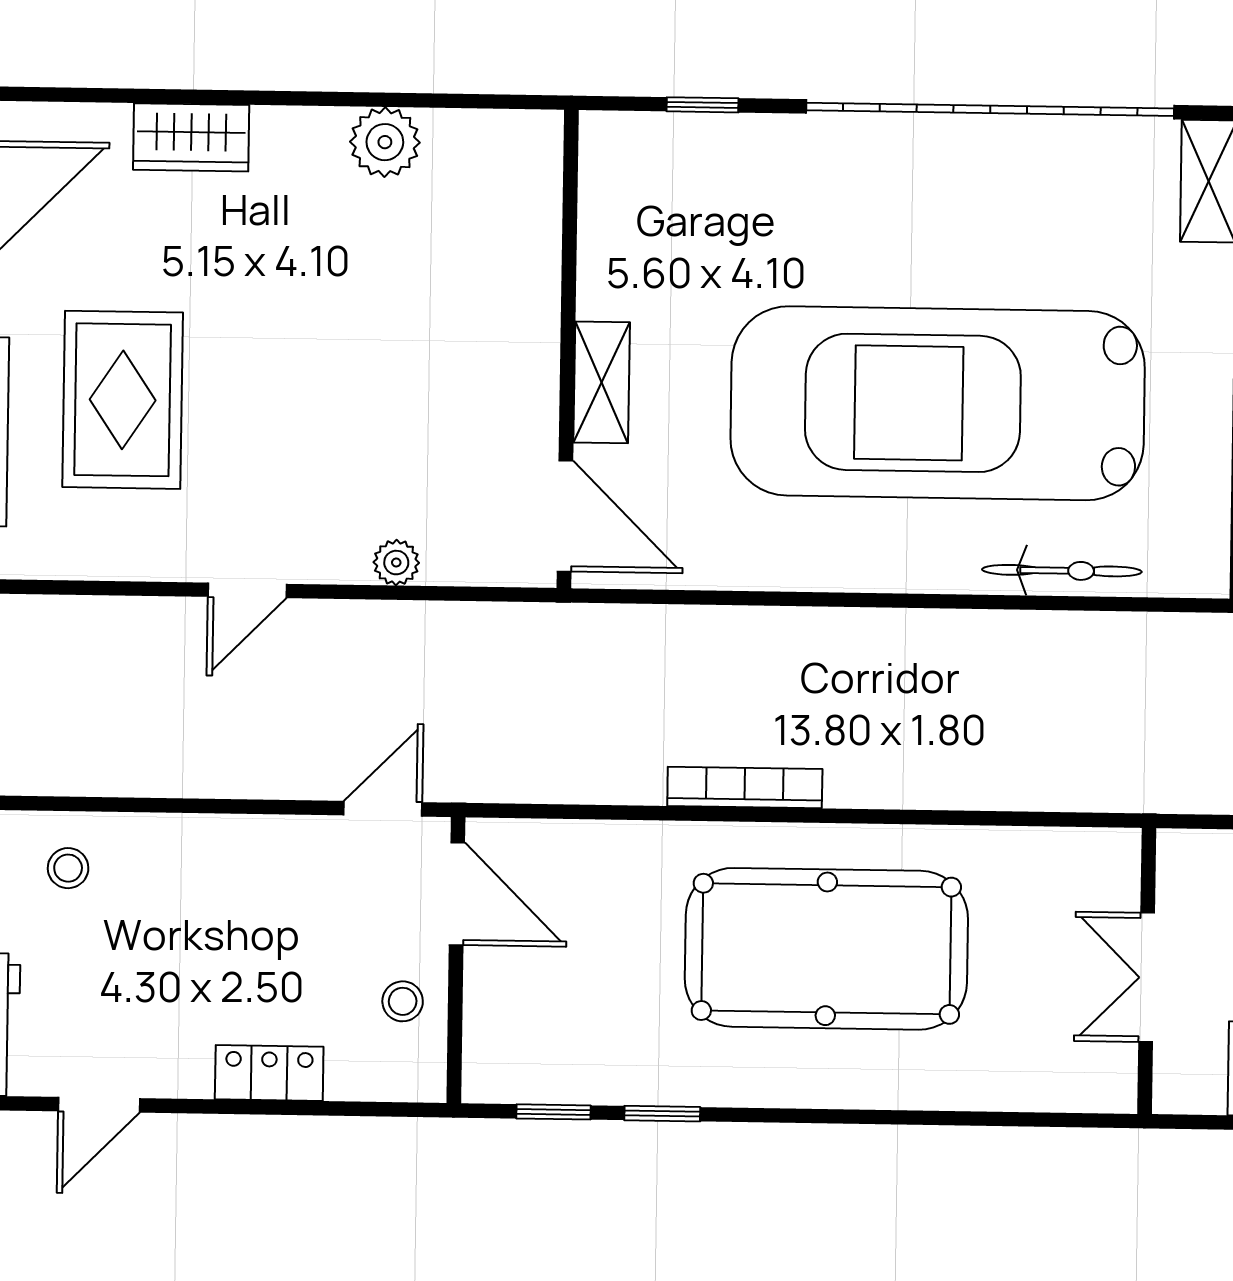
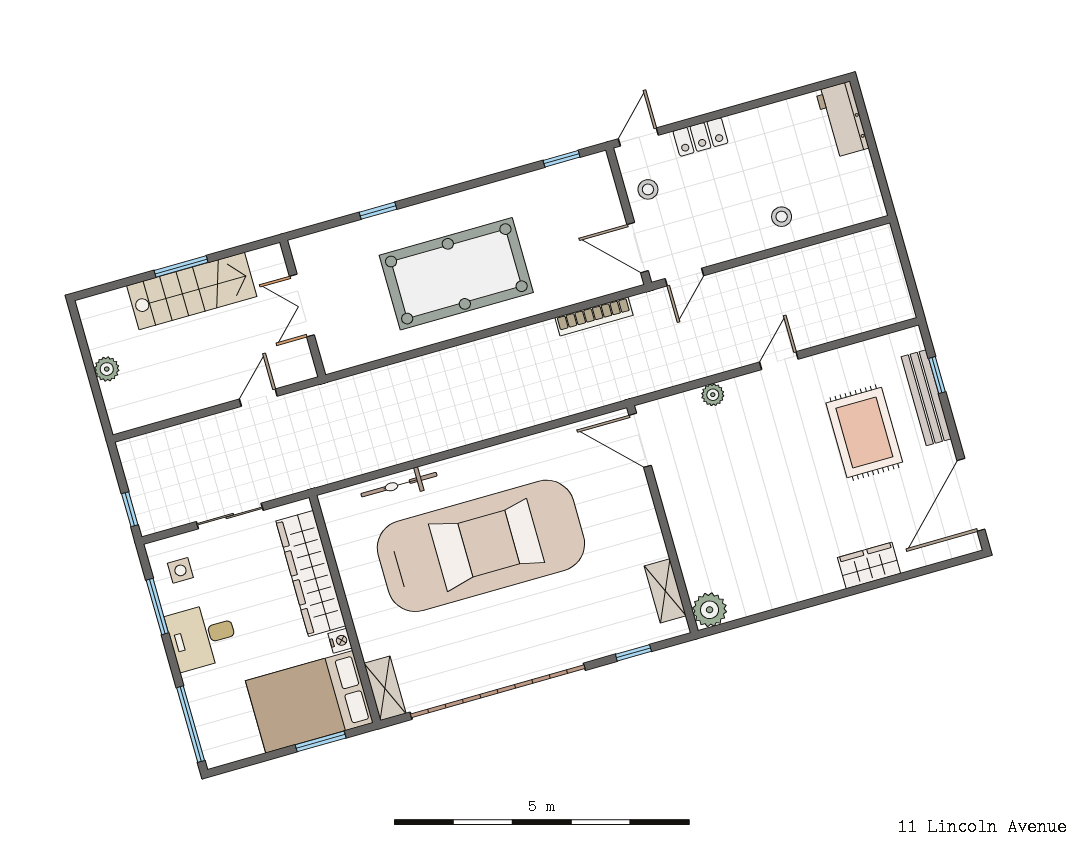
plant: (385, 142) -> (710, 610), moved
shelving: (602, 382) -> (665, 591), moved
bookcase: (745, 788) -> (594, 316), moved
stool: (68, 868) -> (782, 217), moved
double door: (1147, 977) -> (302, 306), swing flipped
door: (99, 1105) -> (638, 137), moved
window: (662, 1114) -> (378, 211), moved

